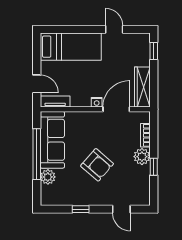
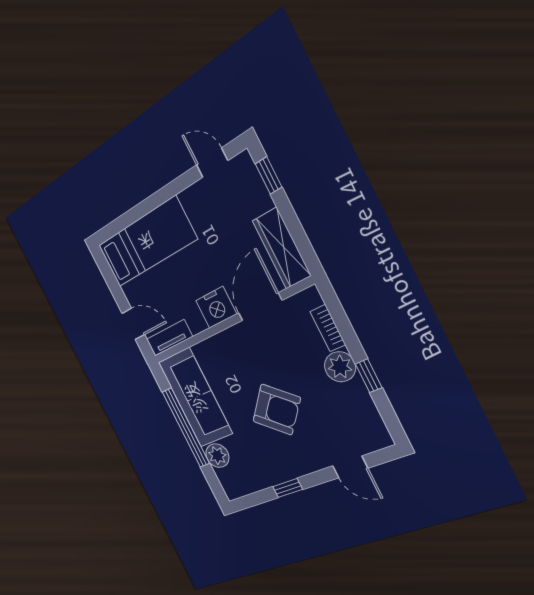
door: (114, 29) -> (212, 163), moved
nightstand: (97, 102) -> (216, 307), width x1.89, depth x1.79

